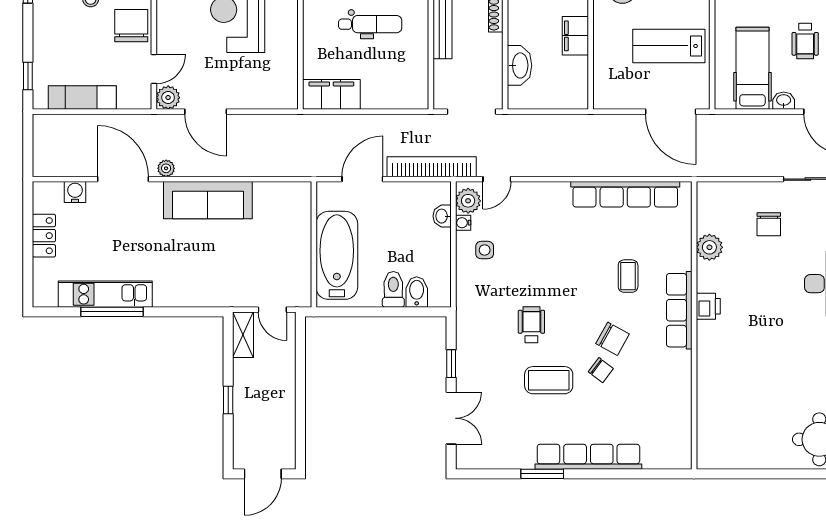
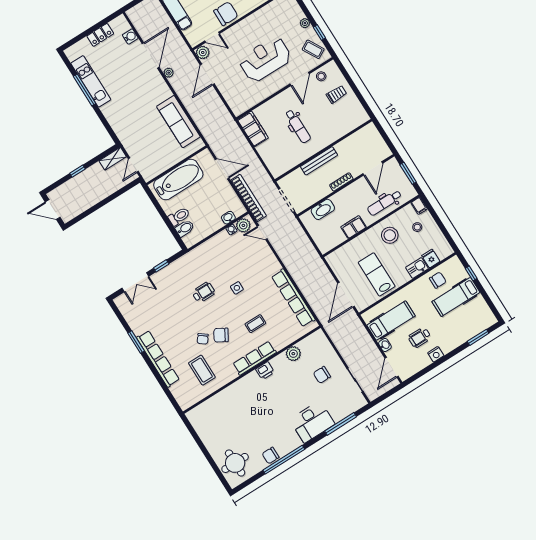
sofa: (208, 200) -> (178, 122), moved
side table: (485, 250) -> (237, 288), moved
chair: (613, 339) -> (221, 335), turned 91
coffee table: (549, 380) -> (202, 370), moved

